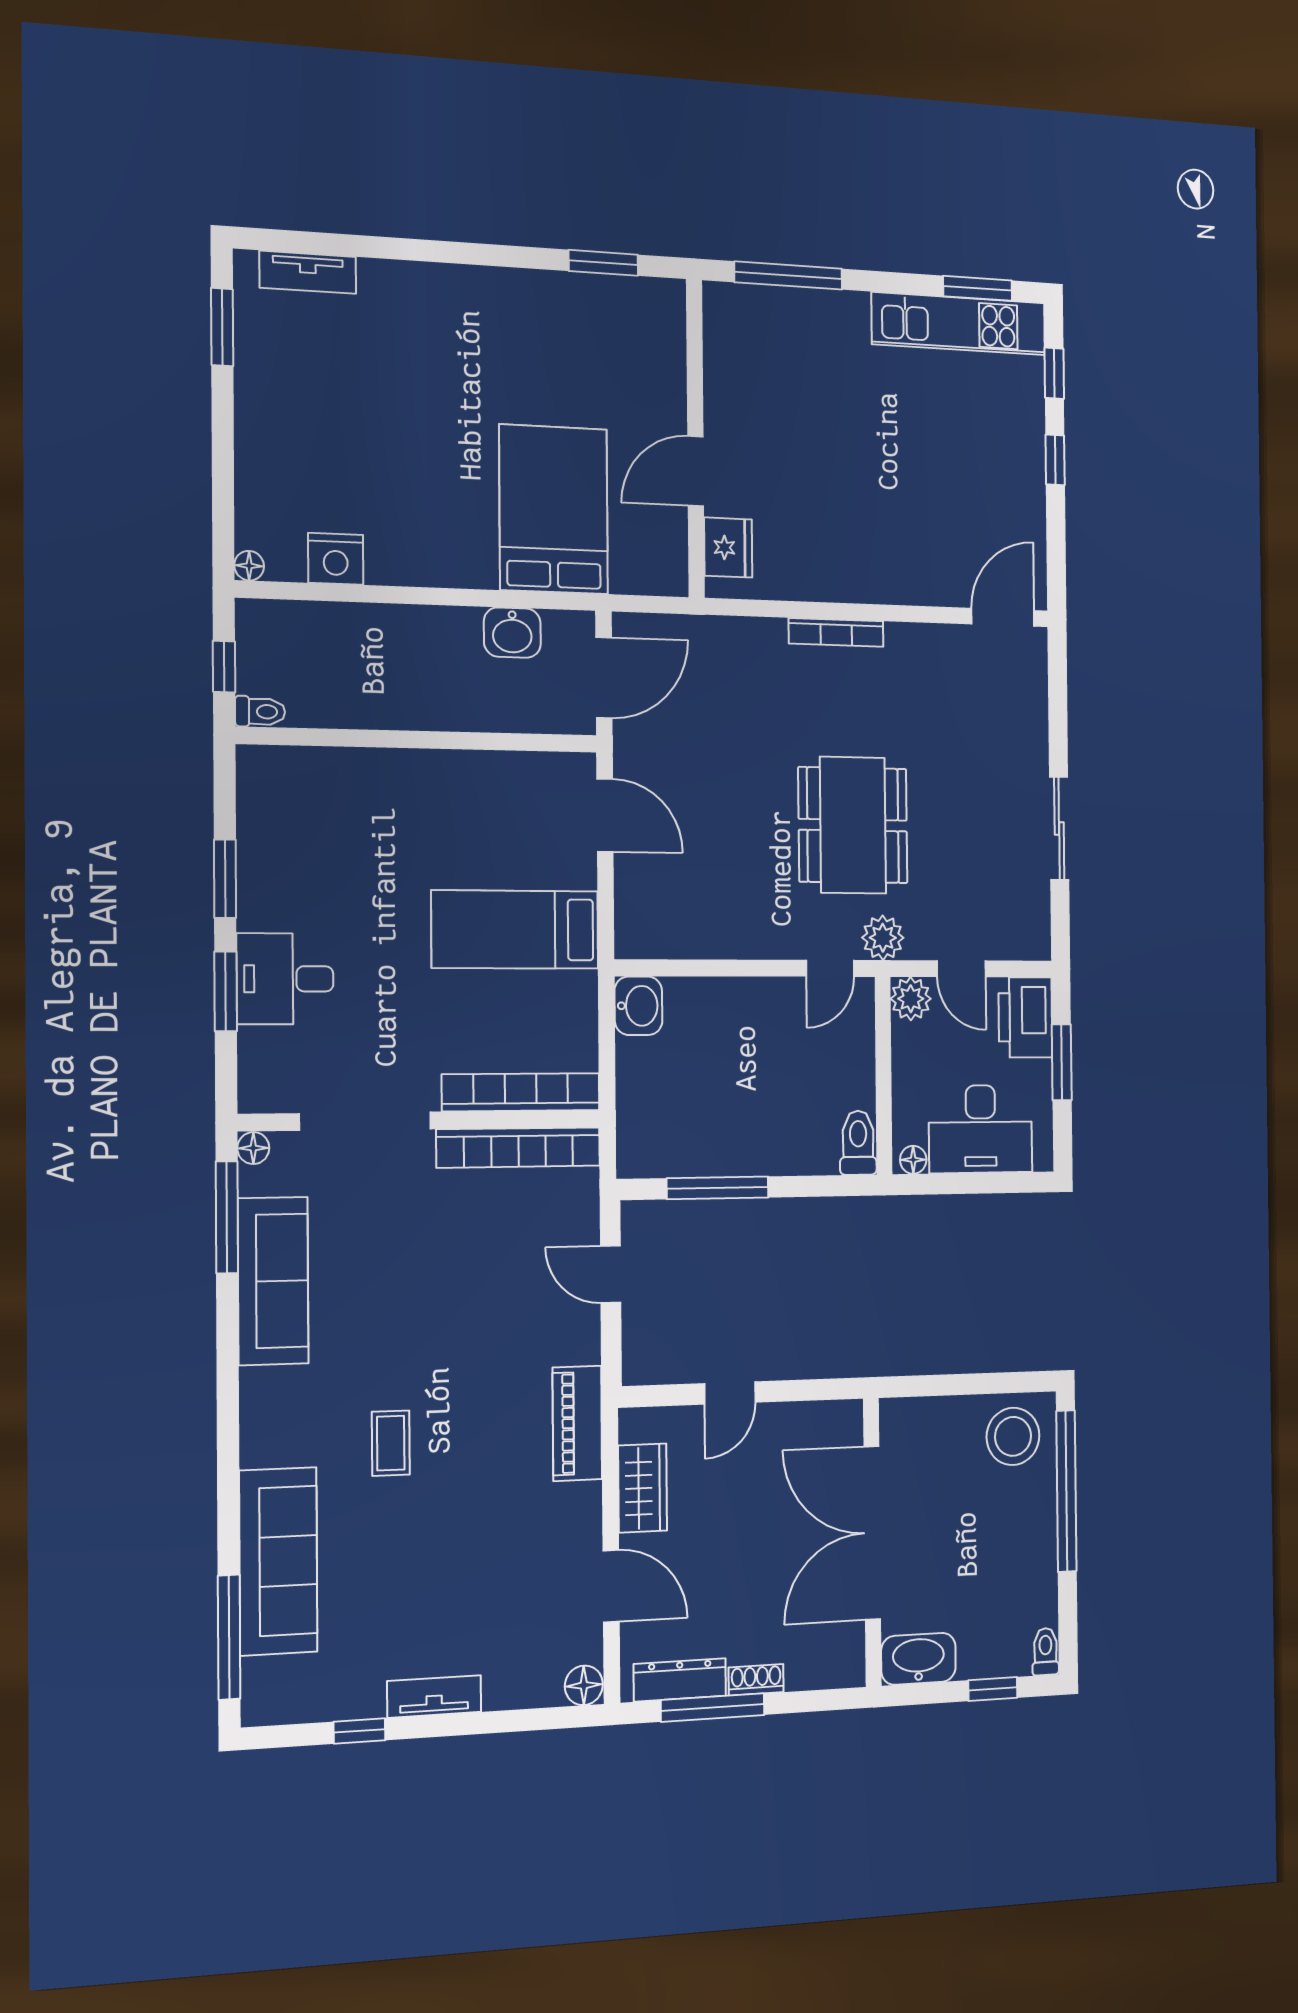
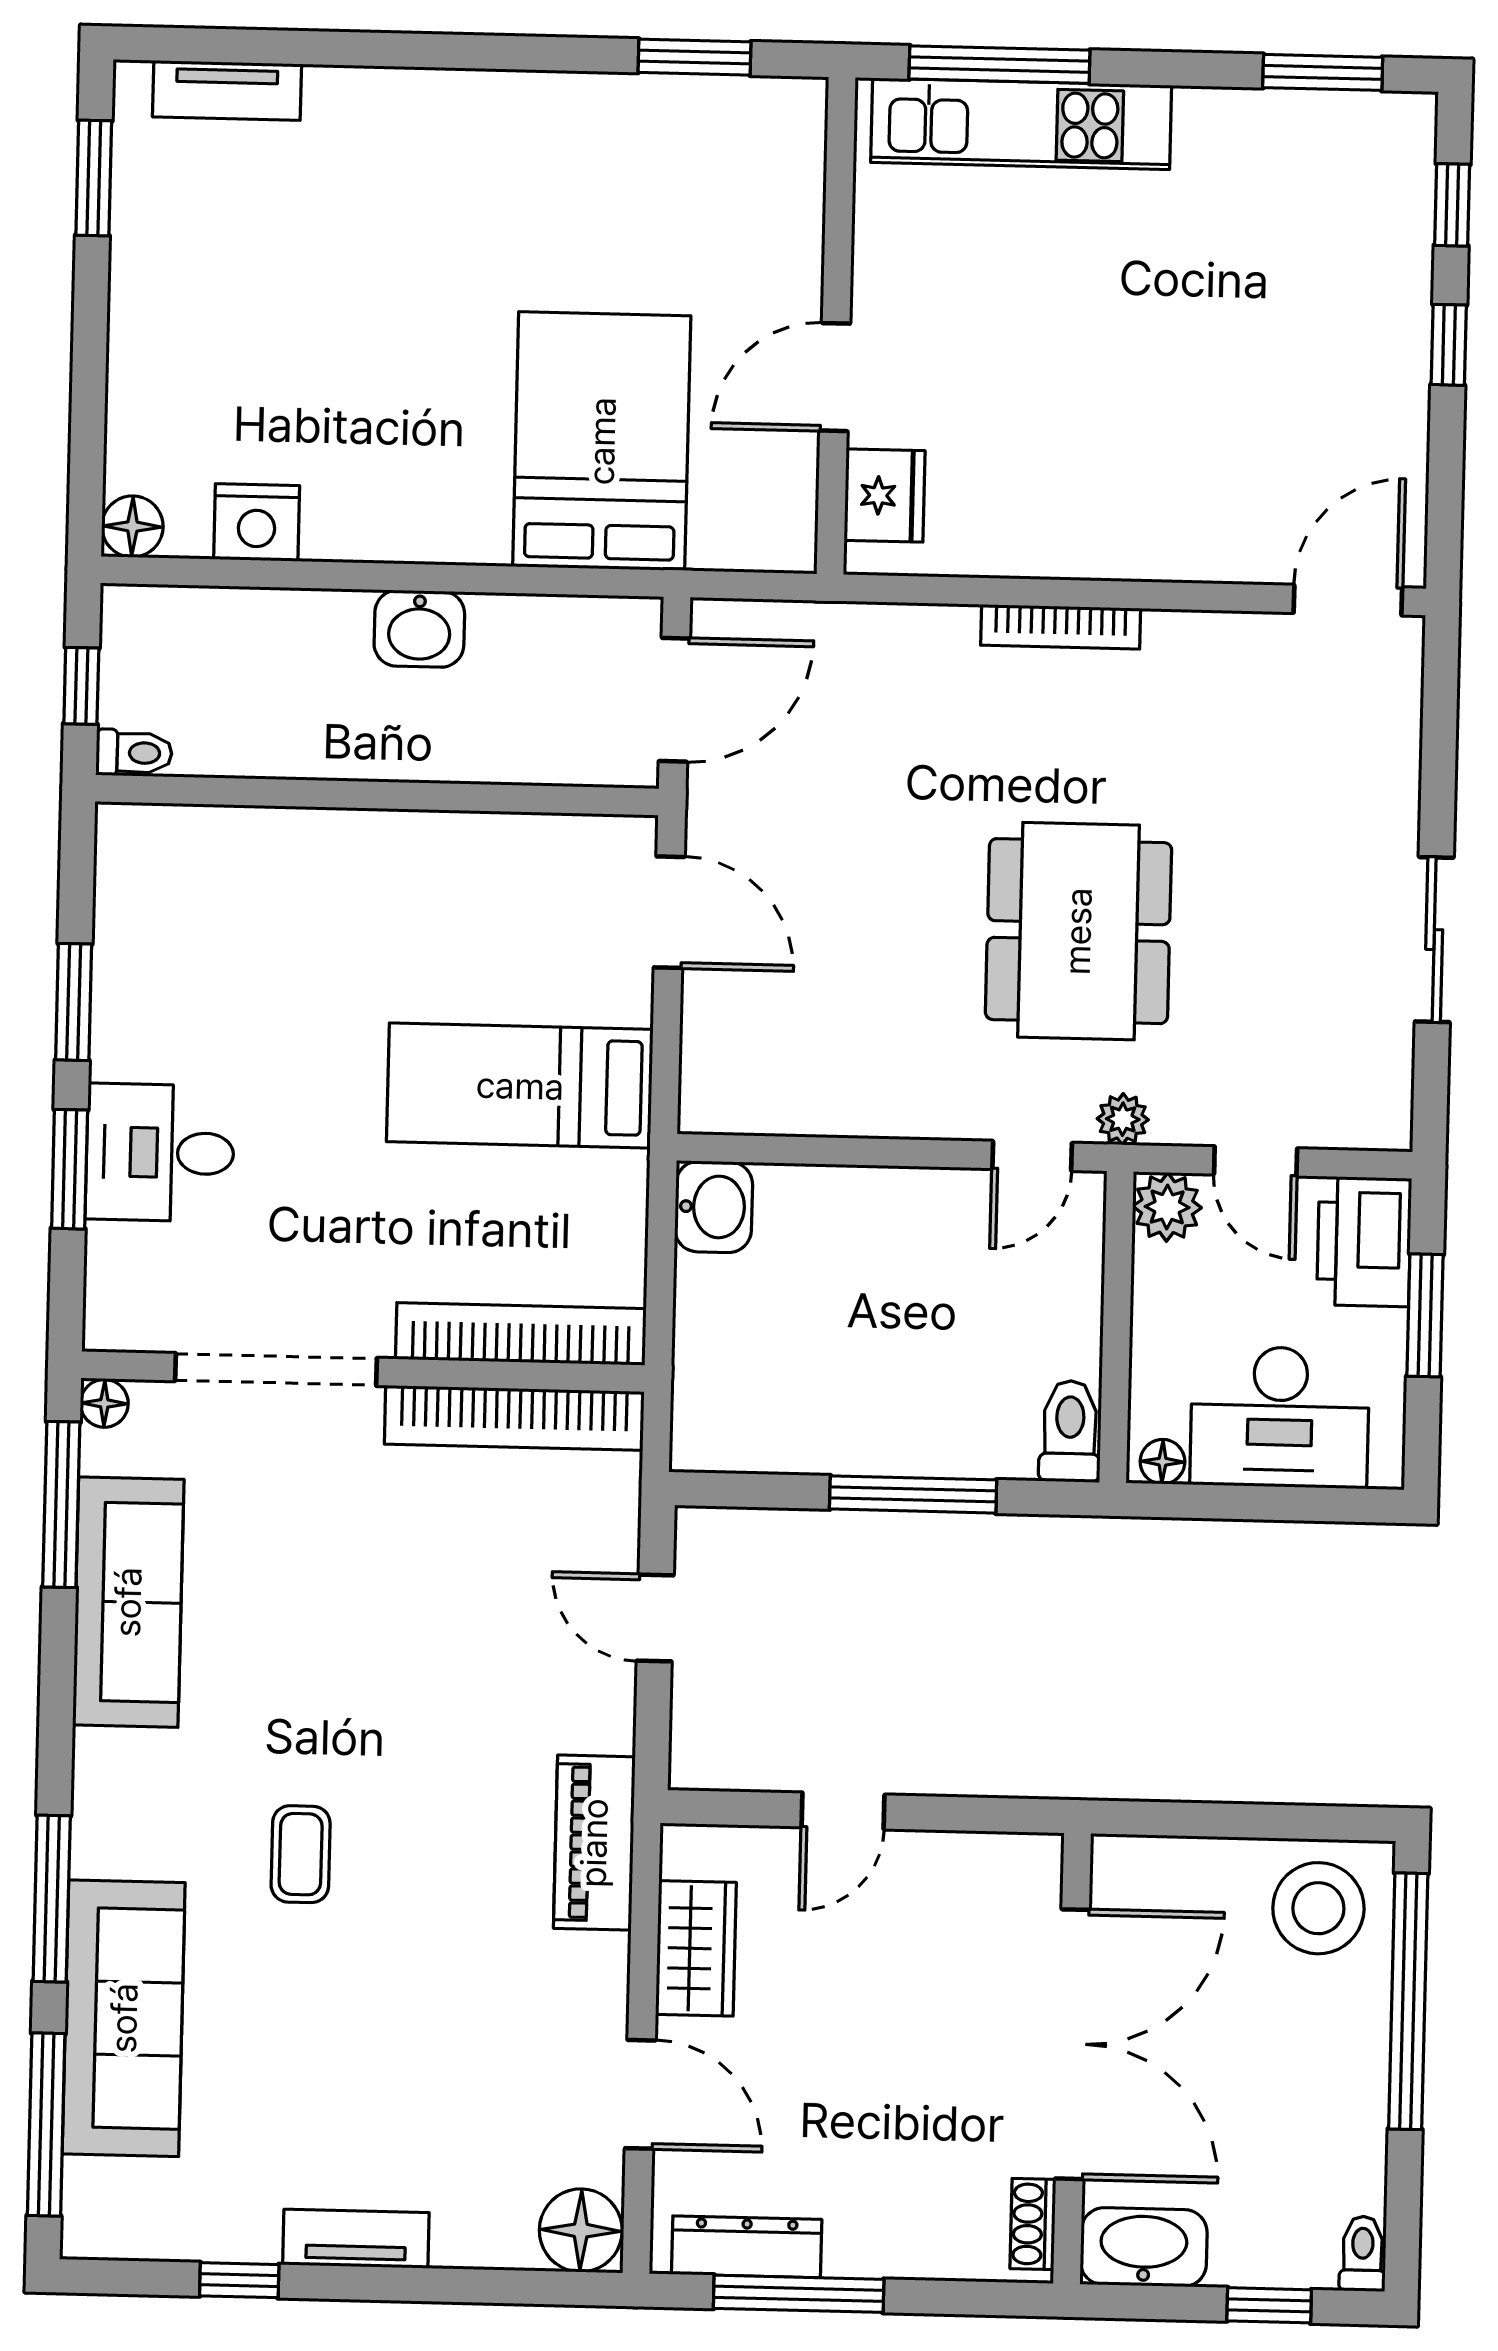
kitchen unit: (959, 324) -> (1021, 124), moved
floor lamp: (249, 566) -> (132, 527), width x1.37, depth x1.37
washbasin: (512, 633) -> (419, 629), moved
plant: (883, 938) -> (1123, 1119), width x0.73, depth x0.73
window: (718, 1188) -> (913, 1494), moved
window: (228, 1484) -> (52, 1899), added
double door: (872, 1533) -> (1072, 2044), swing flipped
shoe rack: (756, 1680) -> (1033, 2224), moved, turned -90
floor lamp: (584, 1685) -> (581, 2230), width x1.38, depth x1.38

